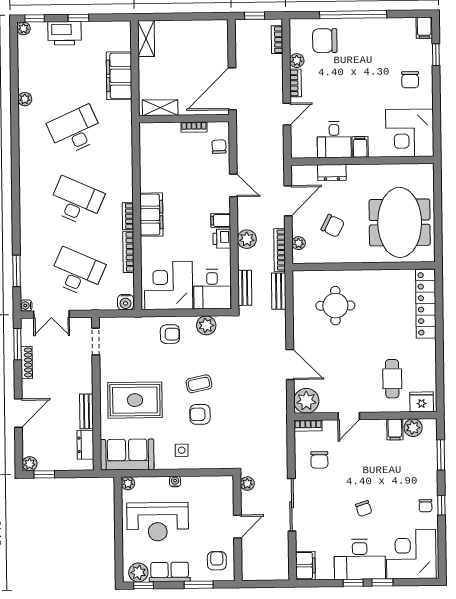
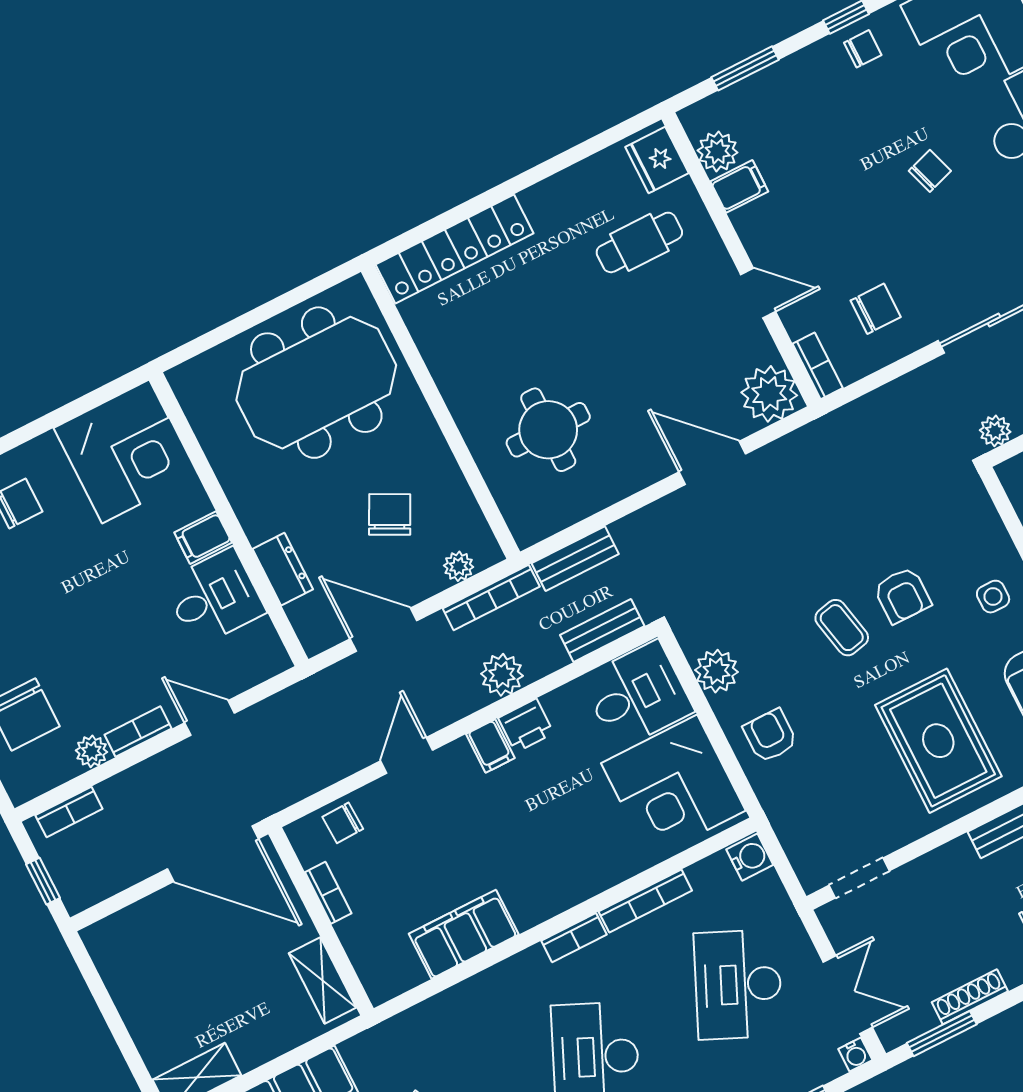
filing cabinet: (151, 215) -> (464, 934), moved
door: (290, 365) -> (712, 463), hinge flipped

